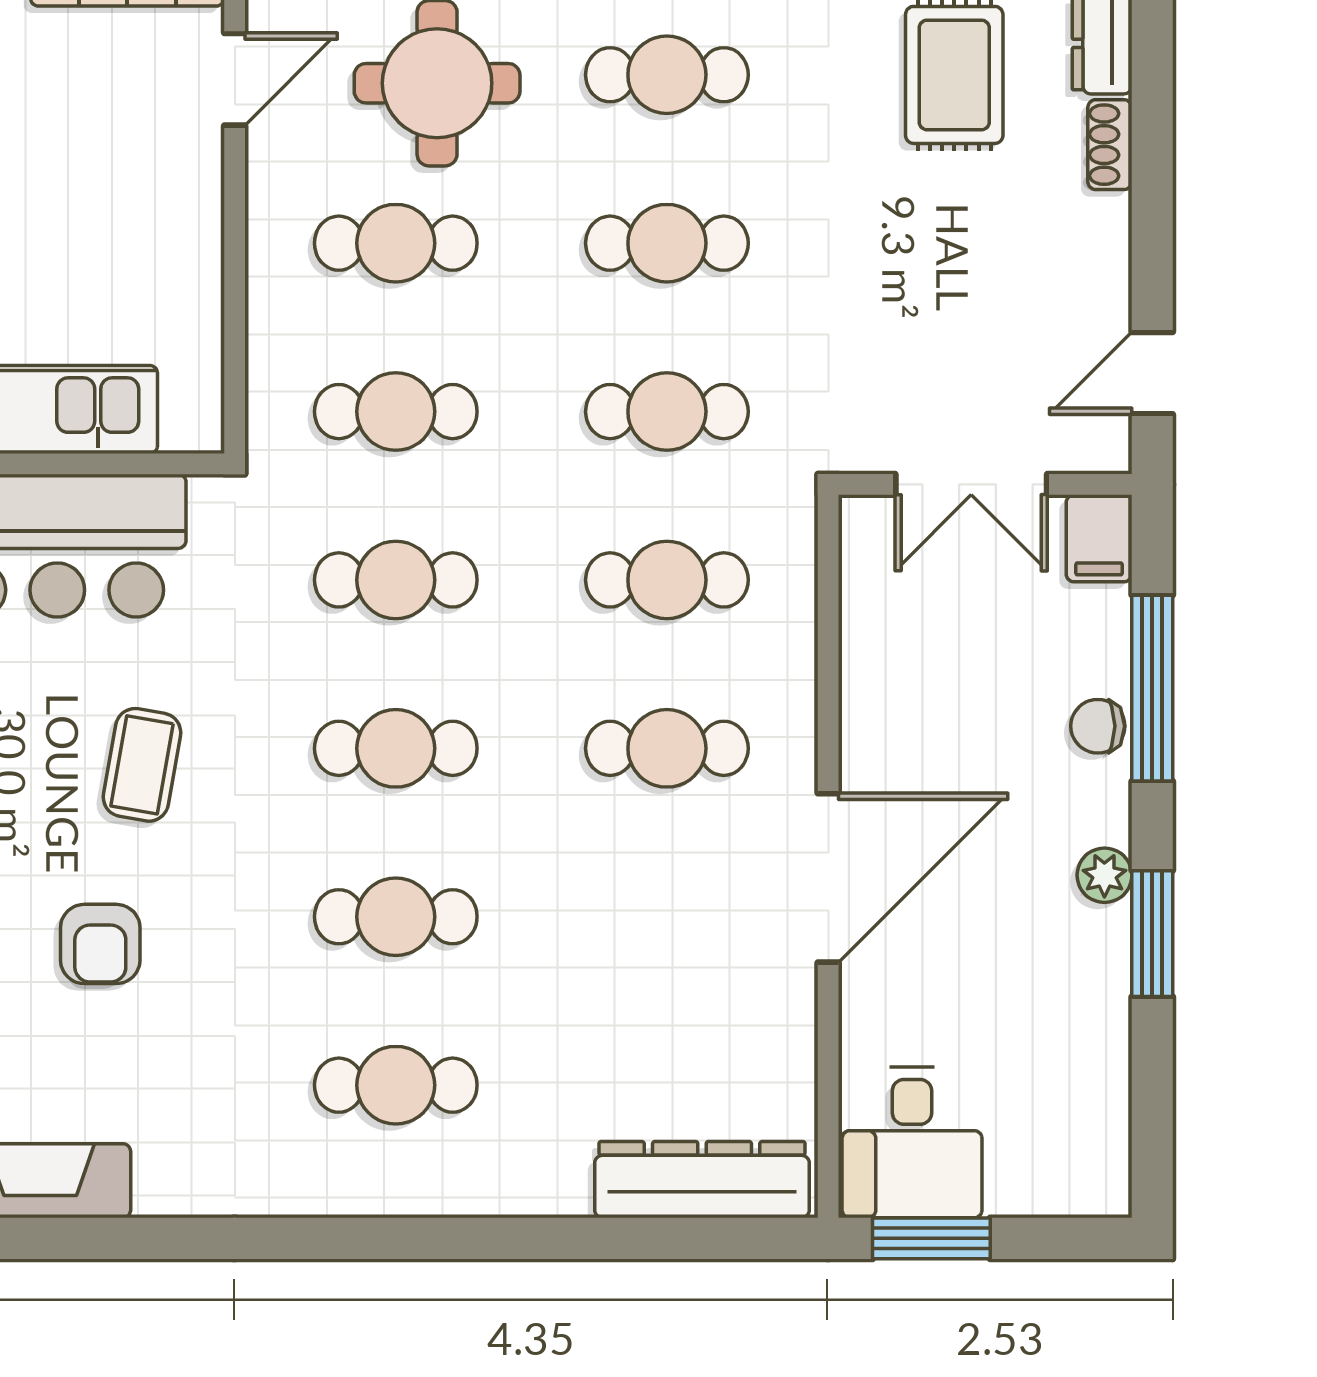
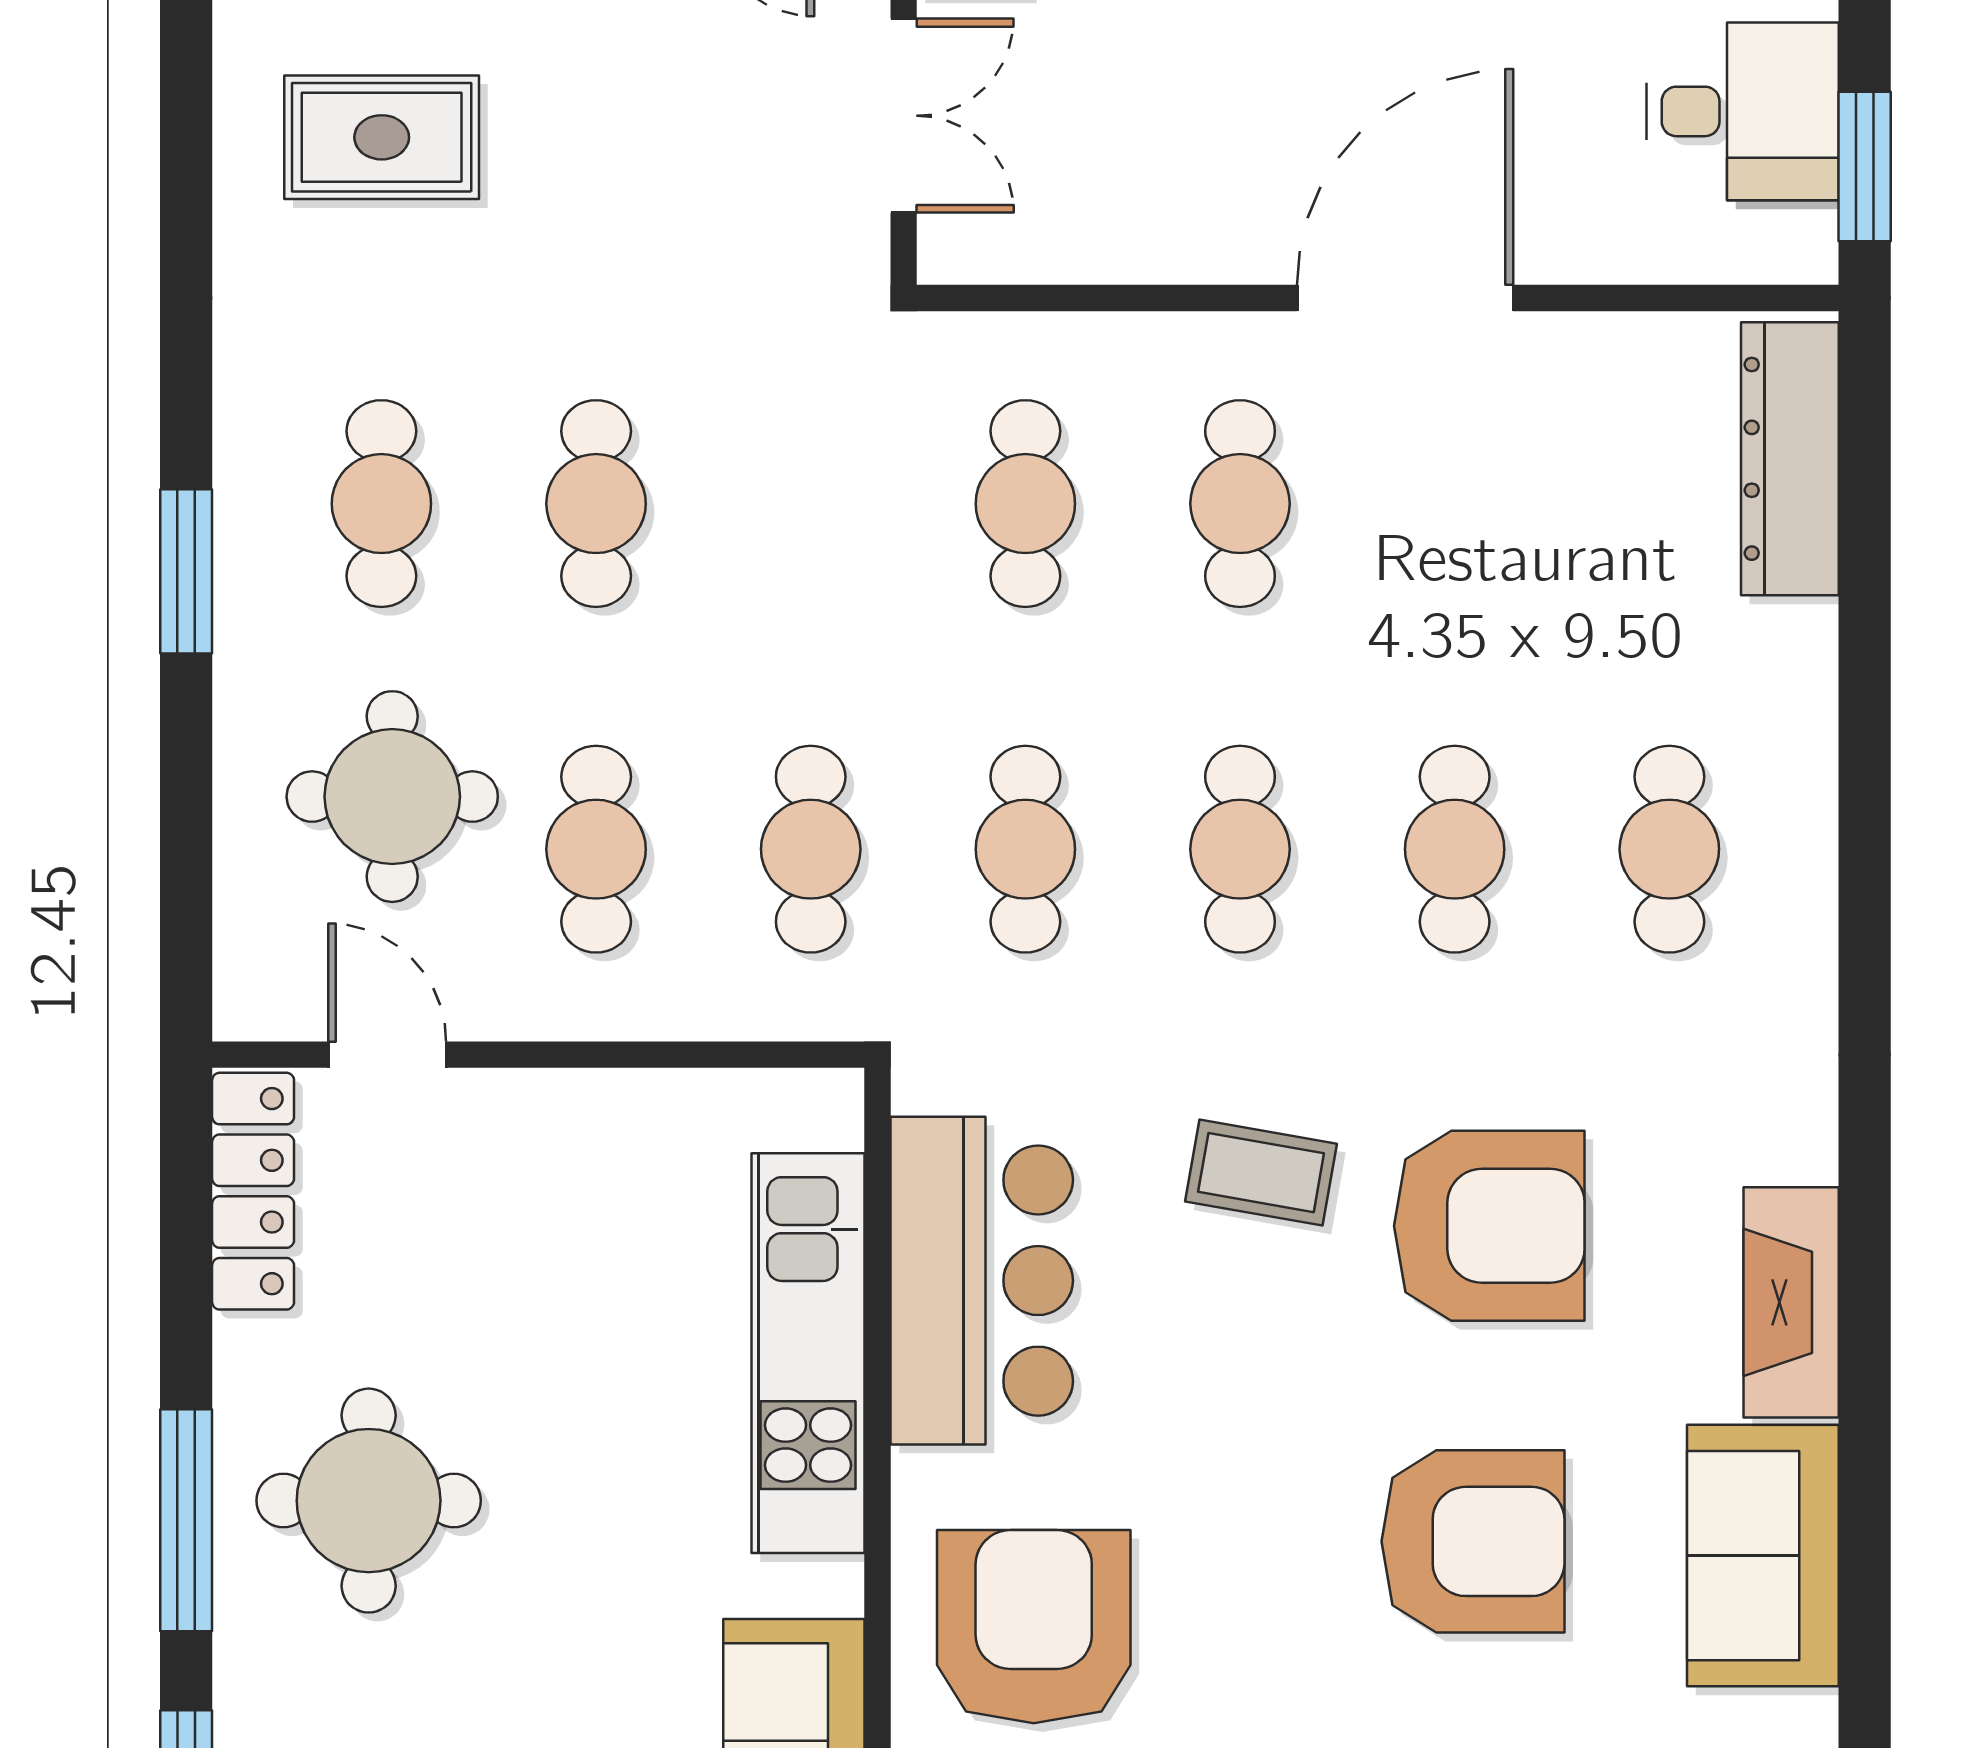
cafe table: (667, 412) -> (811, 504), removed
door: (828, 878) -> (1405, 298), hinge flipped
armchair: (100, 944) -> (1489, 1226), width x1.88, depth x1.88
desk: (912, 1143) -> (1742, 111), moved

